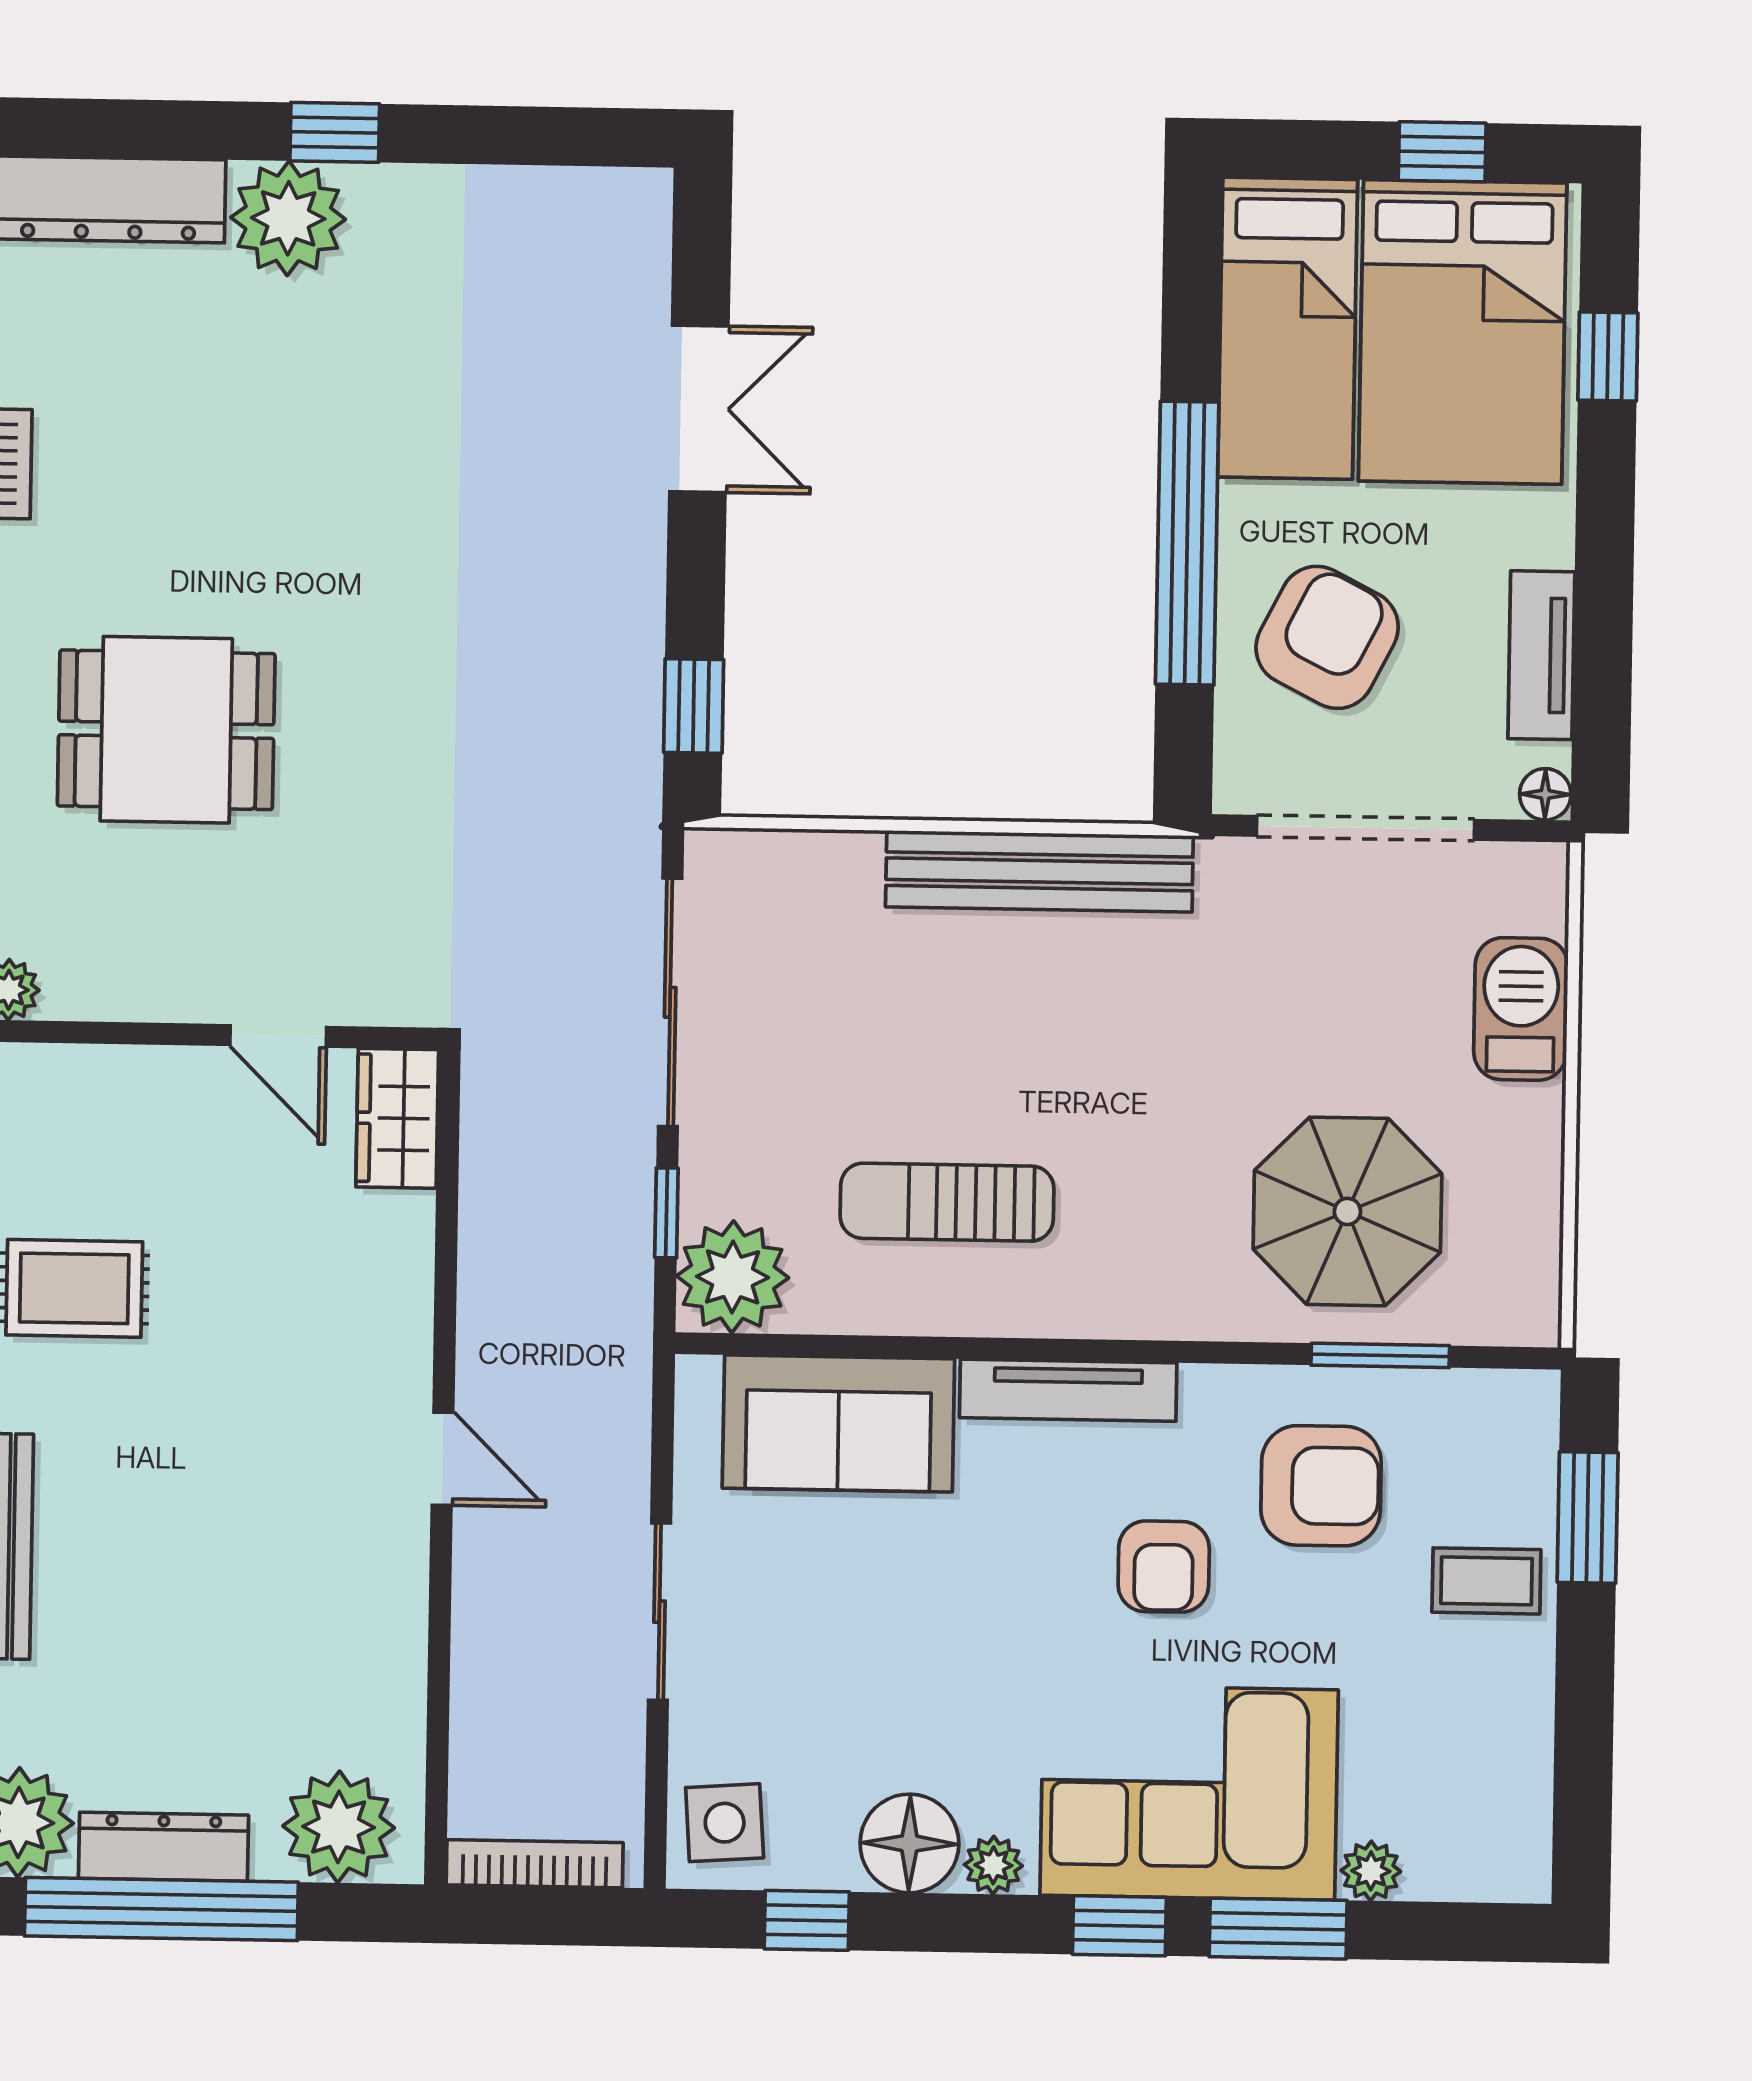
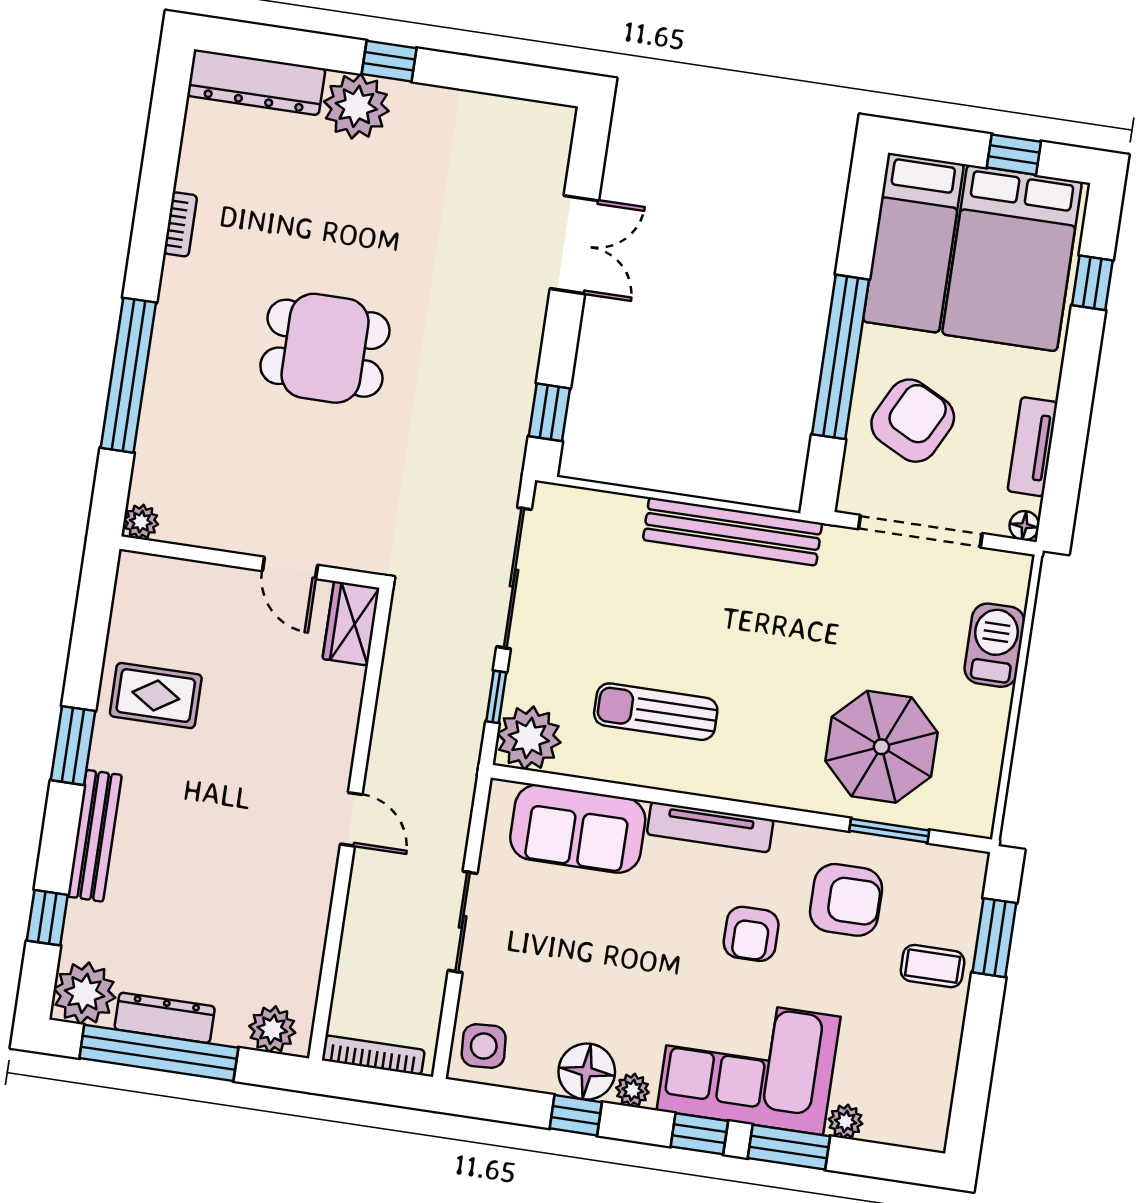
dining table: (166, 730) -> (325, 348), moved
plant: (339, 1827) -> (272, 1029), width x0.73, depth x0.73
window: (807, 1920) -> (576, 1115), moved

